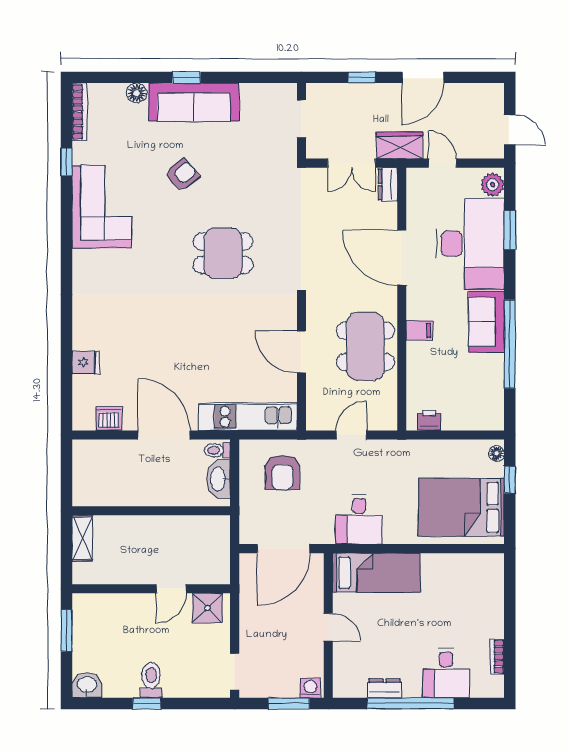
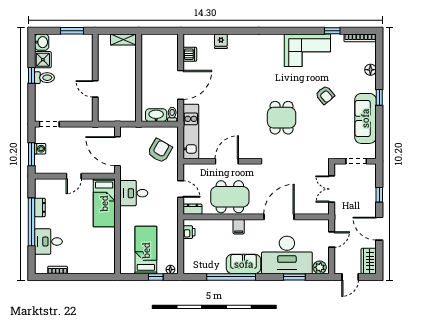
sofa: (194, 102) -> (365, 118), moved
wardrobe: (400, 145) -> (369, 261), moved, turned 180
dresser: (388, 185) -> (192, 209), moved
armchair: (282, 472) -> (160, 151), turned 120
bed: (461, 507) -> (146, 250), width x0.67
shower: (208, 608) -> (43, 60), moved
washing machine: (310, 688) -> (40, 149), moved

